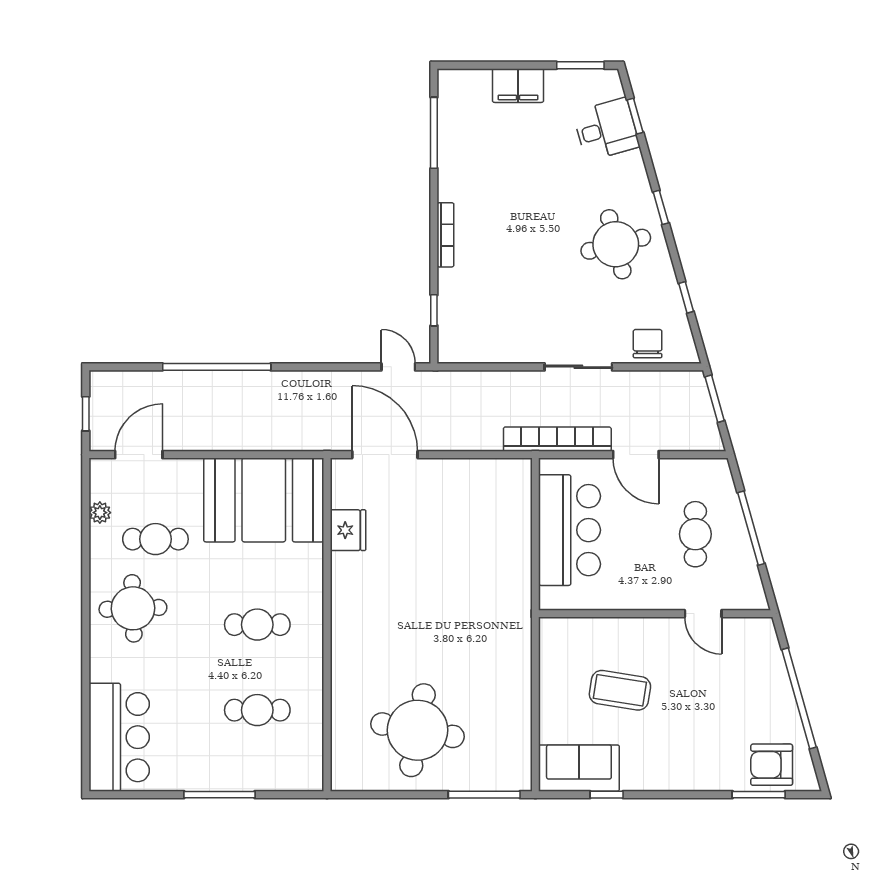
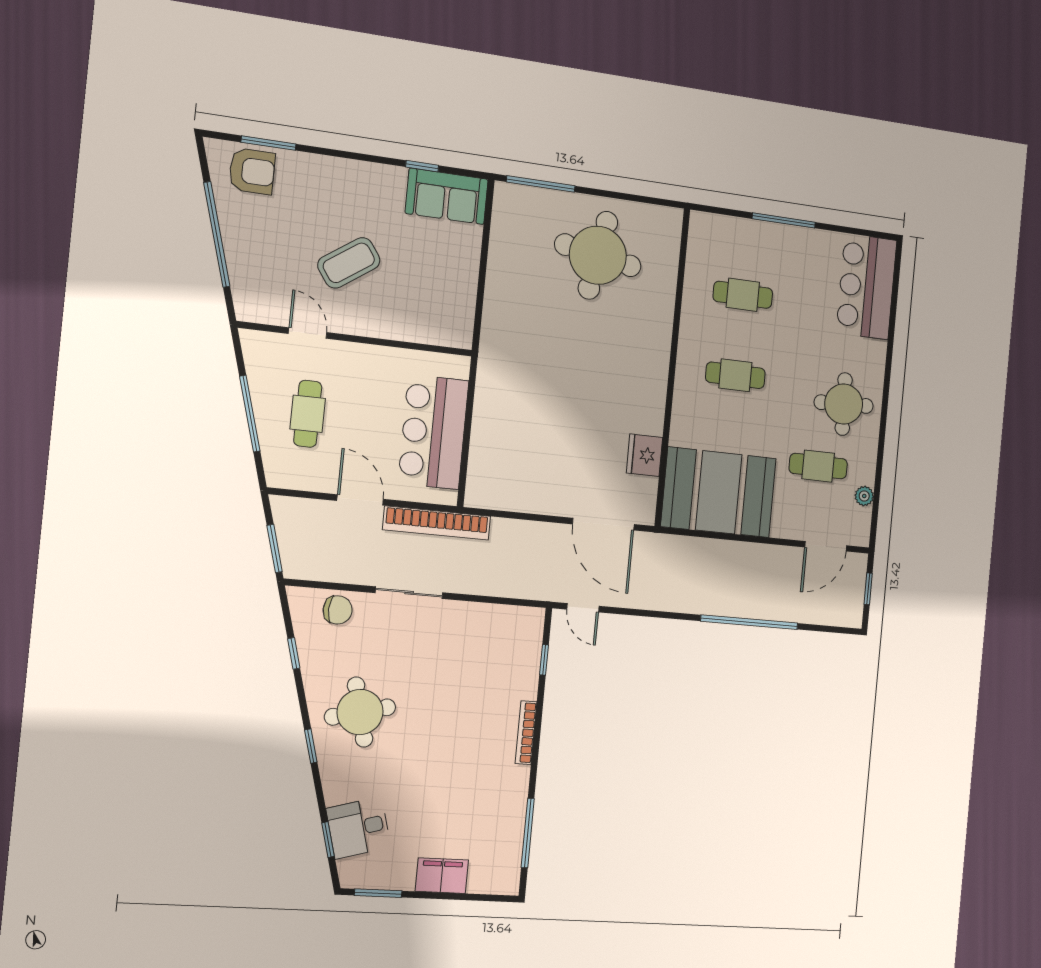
chair: (648, 344) -> (338, 610), turned -88
coffee table: (620, 690) -> (349, 263), moved, turned -44

